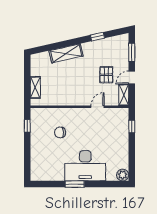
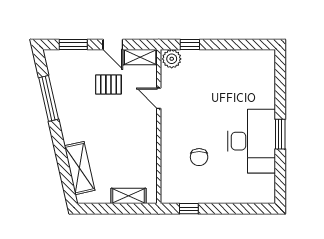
window: (97, 37) -> (49, 98), width x2.17
shelving: (66, 53) -> (80, 168), moved
desk: (85, 166) -> (251, 141), moved
plant: (123, 175) -> (172, 59), moved

